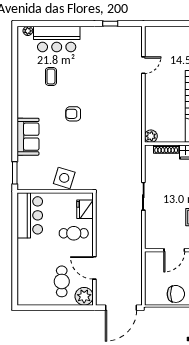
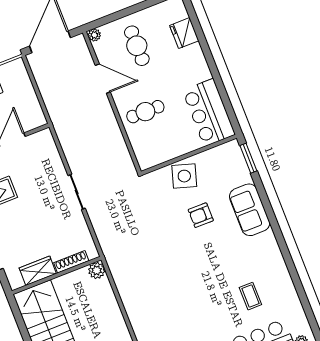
armchair: (73, 114) -> (201, 215), moved, turned 180
fridge: (85, 209) -> (184, 33), moved, turned 180
plant: (84, 296) -> (94, 35), width x0.53, depth x0.53

